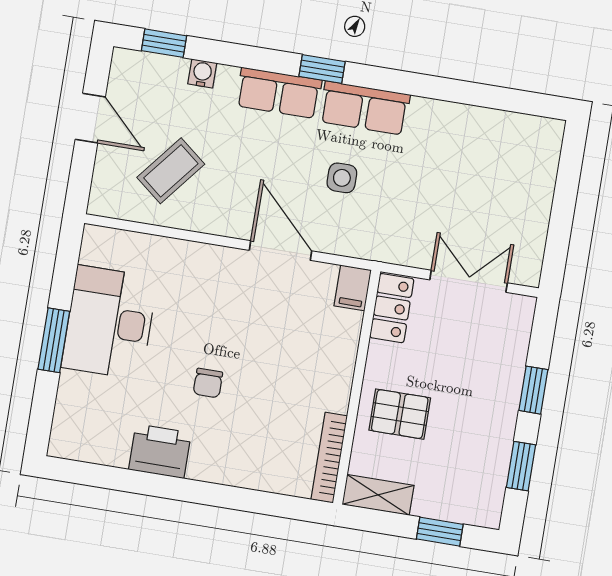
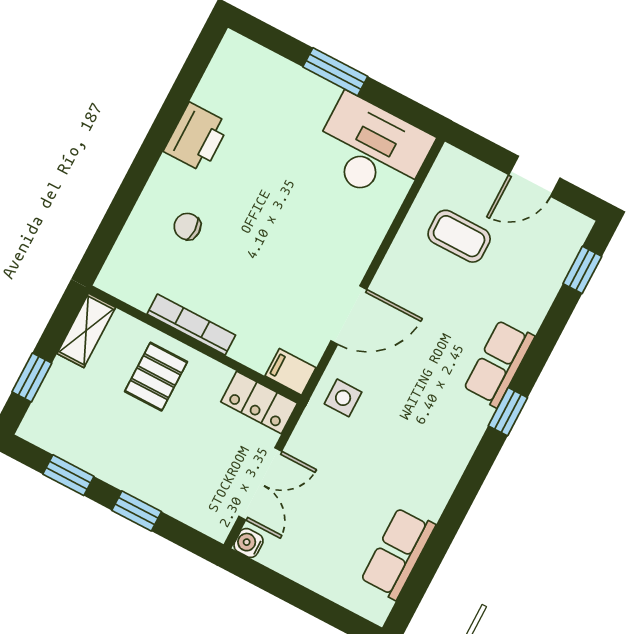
water cooler: (202, 73) -> (248, 543), moved, turned 180
row of seats: (365, 108) -> (398, 553), moved
coffee table: (171, 171) -> (459, 236), turned -39
side table: (342, 178) -> (343, 398), moved
desk: (109, 322) -> (372, 150), moved
chair: (208, 383) -> (187, 226), moved
bookcase: (329, 458) -> (191, 325), moved

